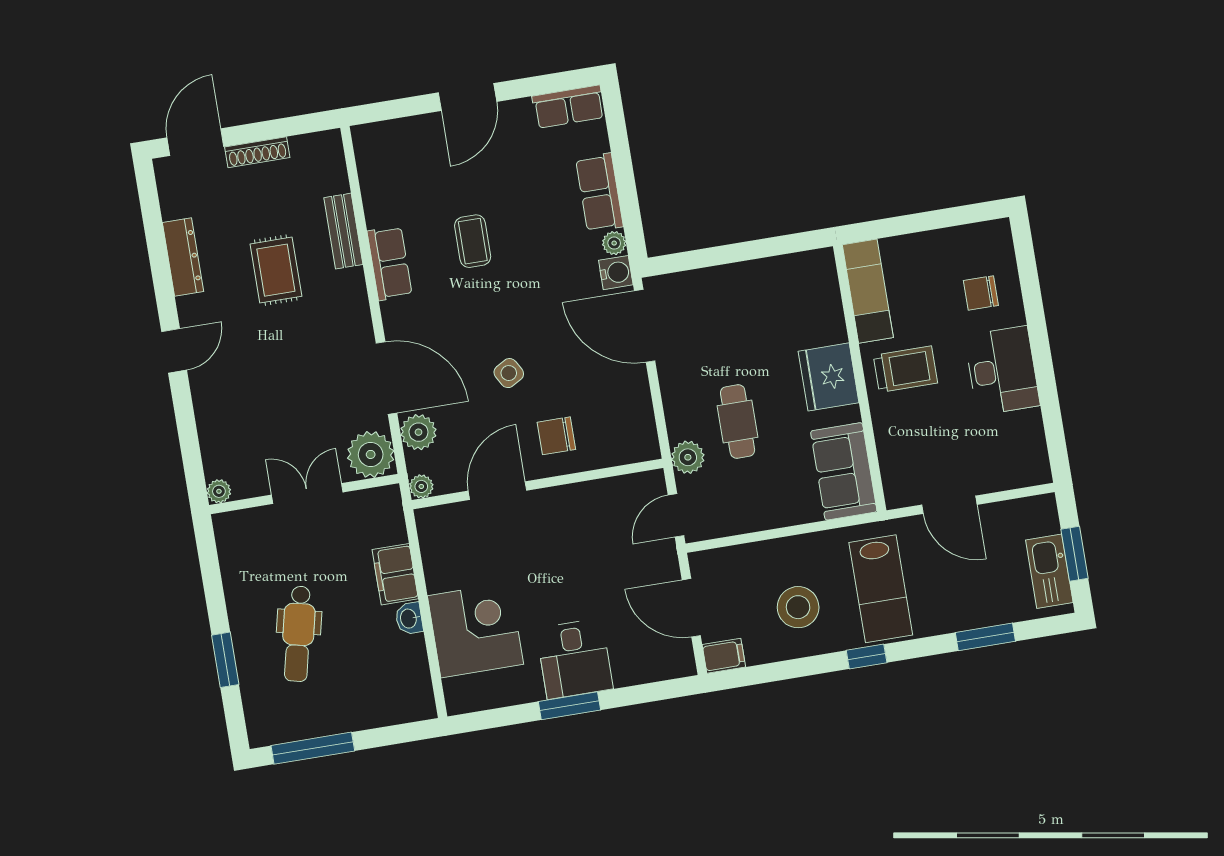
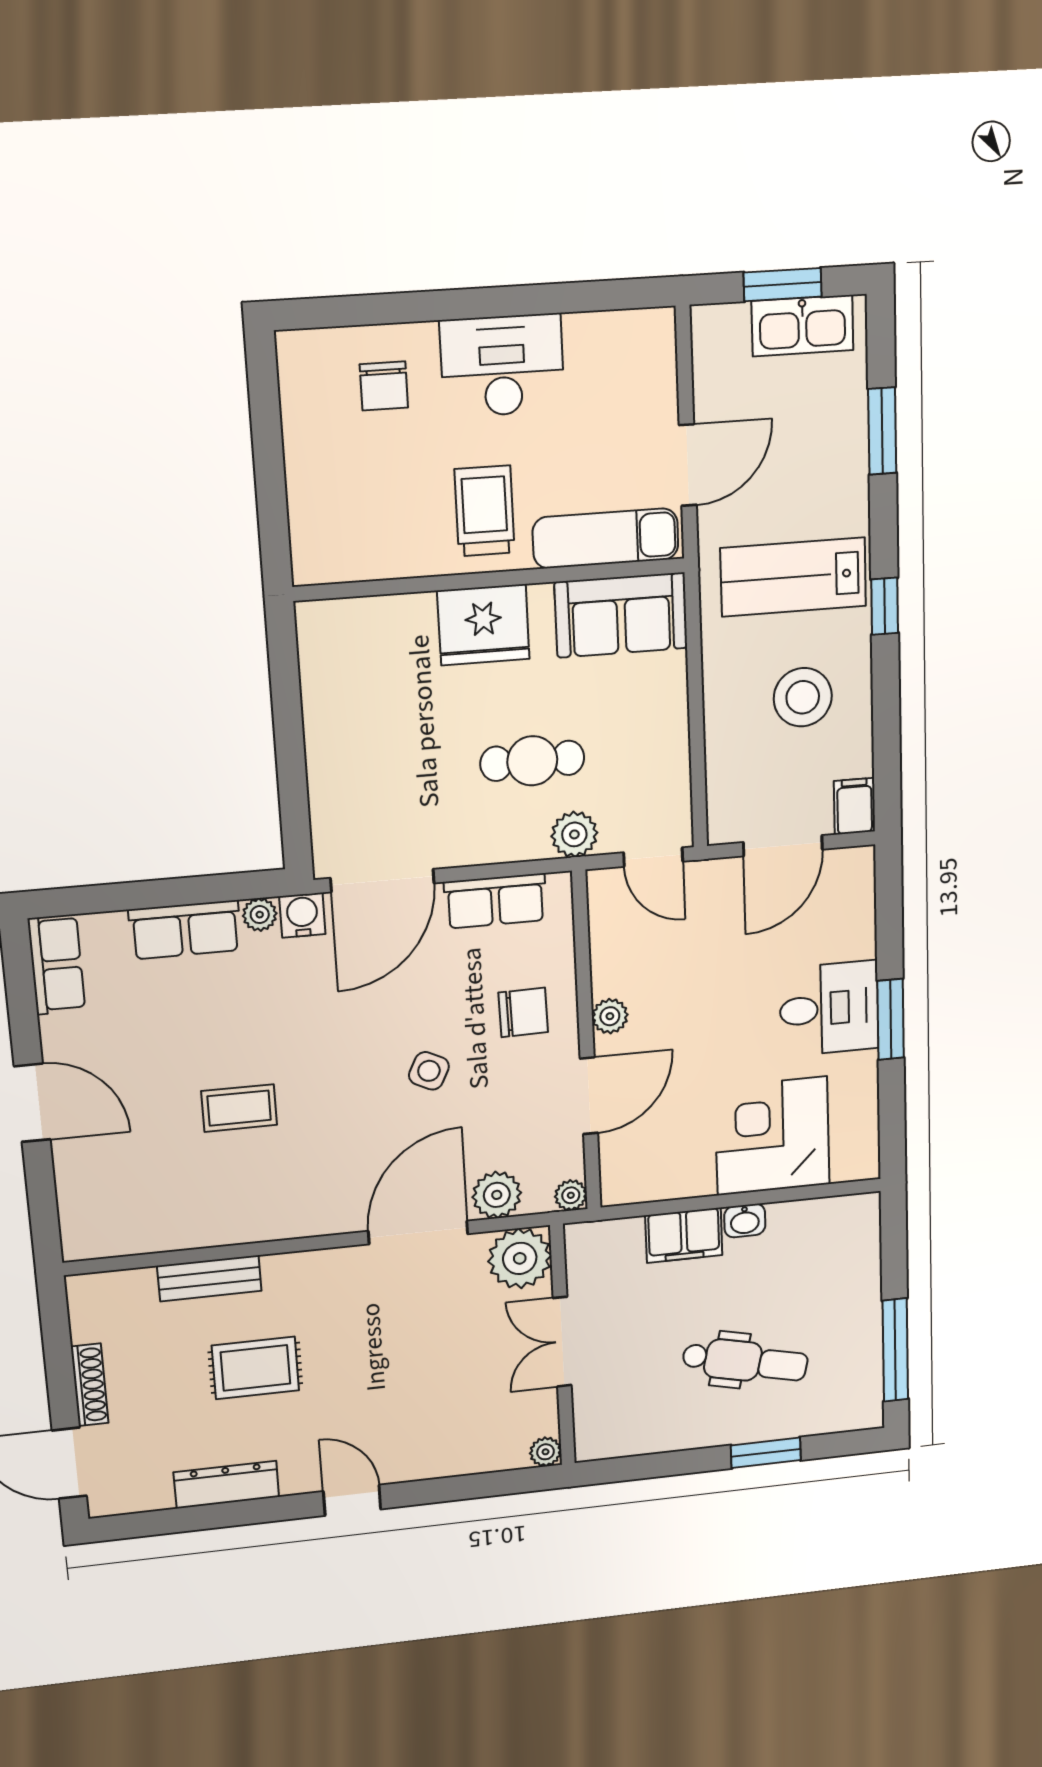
row of seats: (390, 263) -> (495, 901), moved, turned 180
exam couch: (868, 291) -> (606, 538), moved
side table: (509, 373) -> (429, 1071), turned -34
chair: (556, 436) -> (523, 1012), turned -91
door: (497, 491) -> (589, 1096), swing flipped
plant: (558, 499) -> (610, 1016), added
lab bench: (881, 589) -> (793, 577), turned 180

